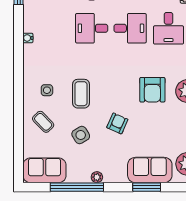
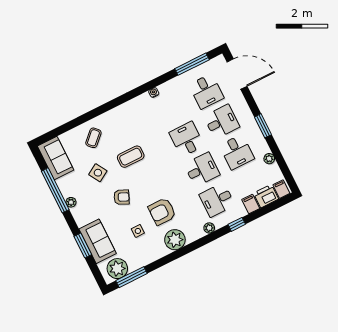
desk: (130, 28) -> (202, 170), turned -90
side table: (47, 90) -> (138, 231), moved

